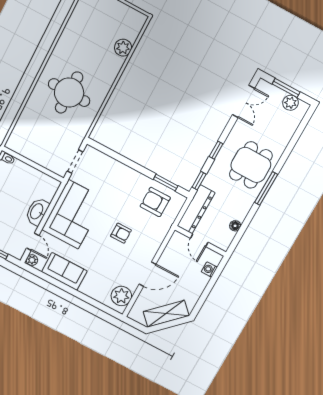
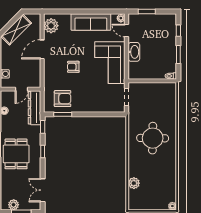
door: (199, 240) -> (22, 89), swing flipped
sofa: (64, 271) -> (91, 22), width x1.36

